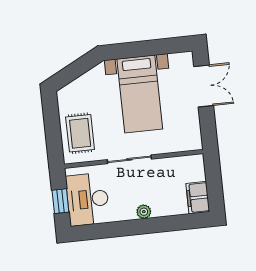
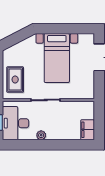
plant: (144, 212) -> (41, 135), moved

